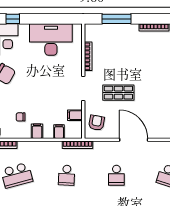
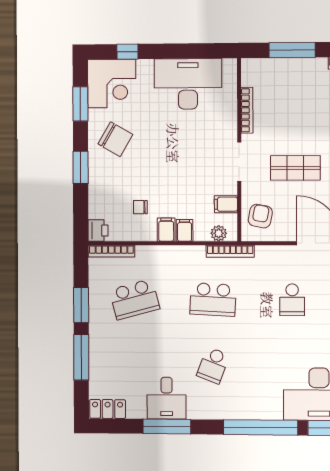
filing cabinet: (59, 132) -> (185, 230), moved
plant: (70, 134) -> (219, 233), added
school desk: (67, 175) -> (213, 300), width x1.85

